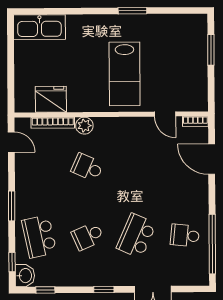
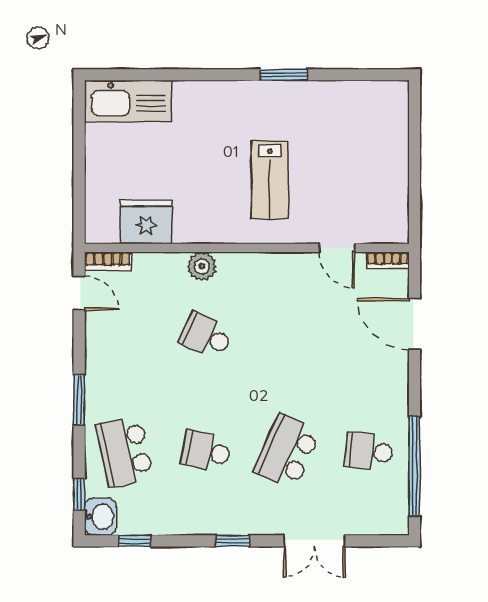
window: (211, 50) -> (414, 141), removed
lab bench: (125, 74) -> (270, 180), width x0.73, depth x0.72
bookcase: (53, 123) -> (108, 261), moved, width x0.64
school desk: (88, 236) -> (206, 451), turned 36

